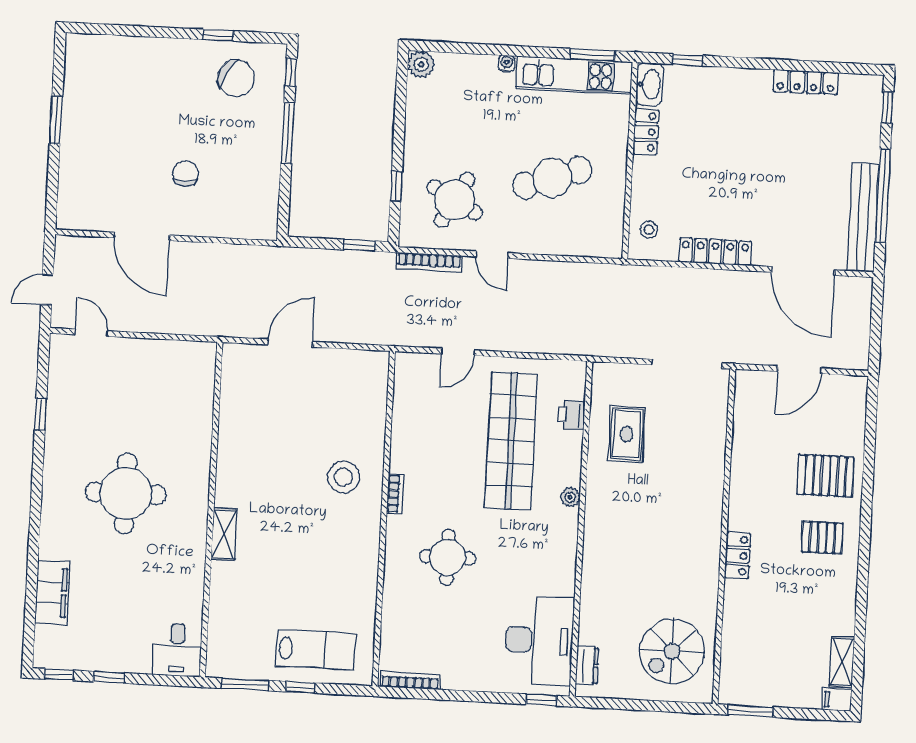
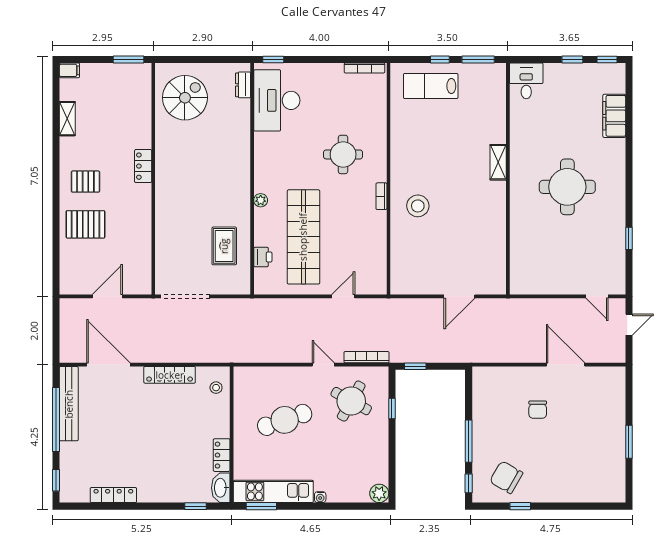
shelving: (842, 662) -> (67, 119), moved

